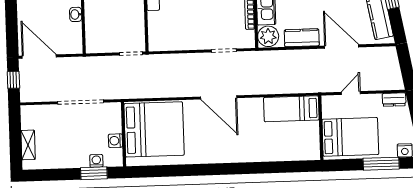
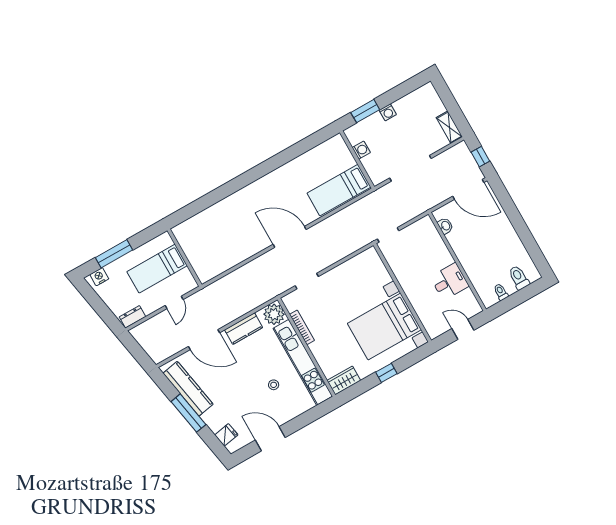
washbasin: (76, 14) -> (445, 226), moved
bed: (291, 109) -> (220, 261), removed
bed: (154, 129) -> (339, 190), width x0.49
bed: (350, 137) -> (157, 269), width x0.67
shelving: (28, 145) -> (449, 127), moved
washing machine: (96, 161) -> (388, 112), moved

